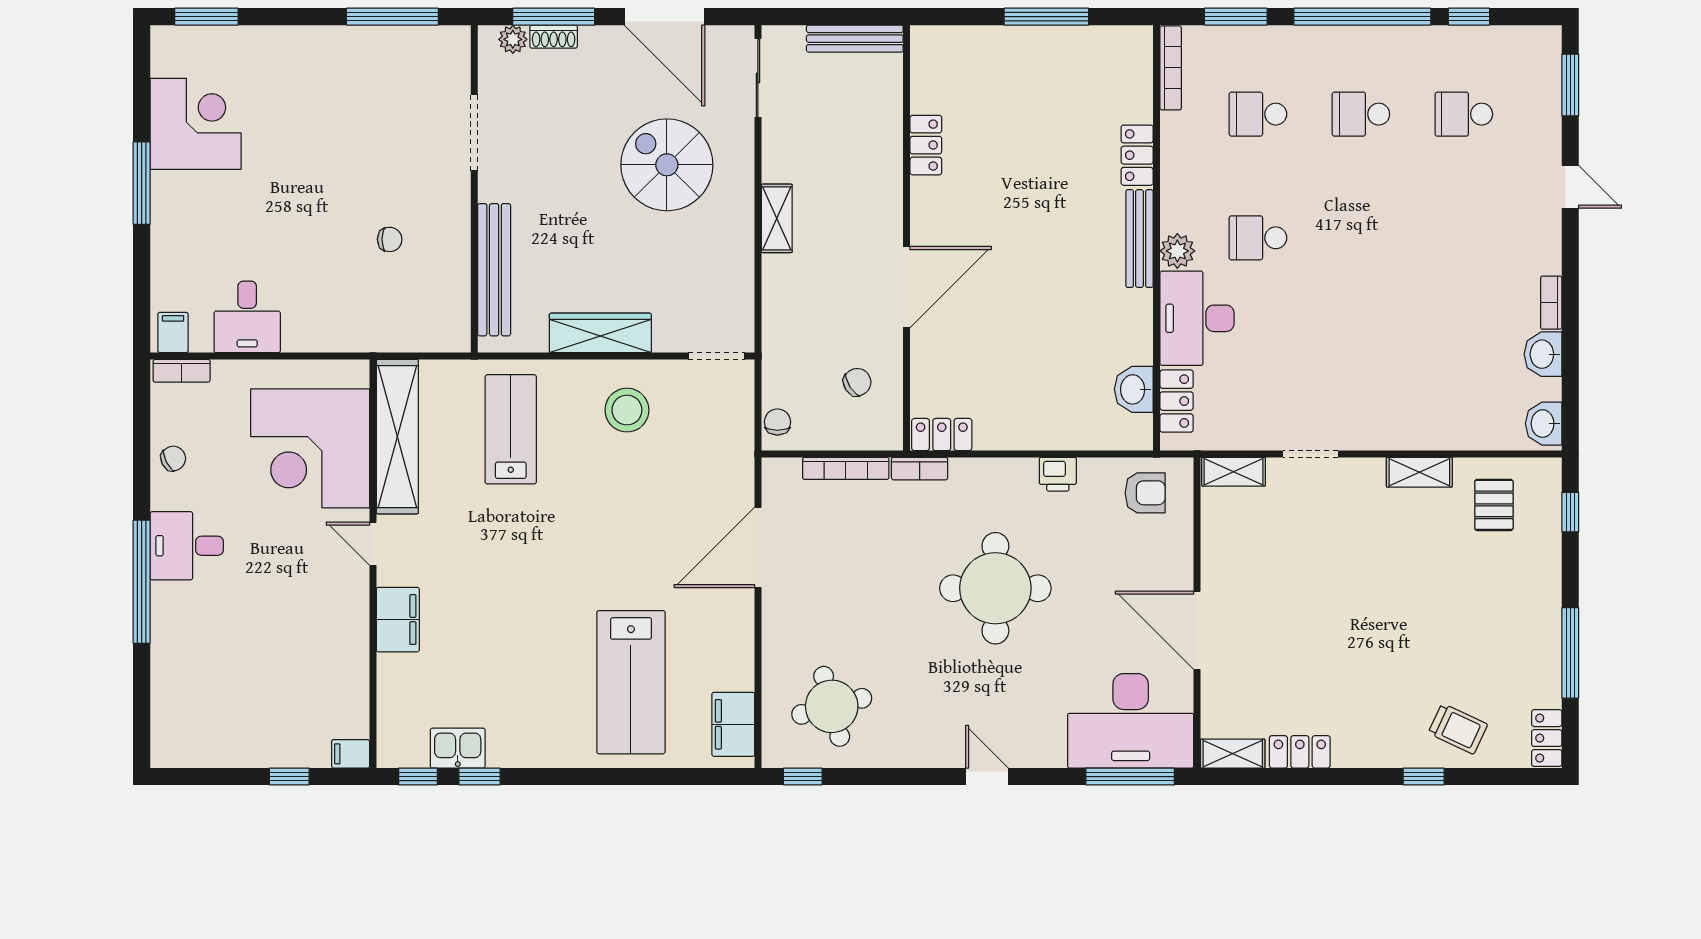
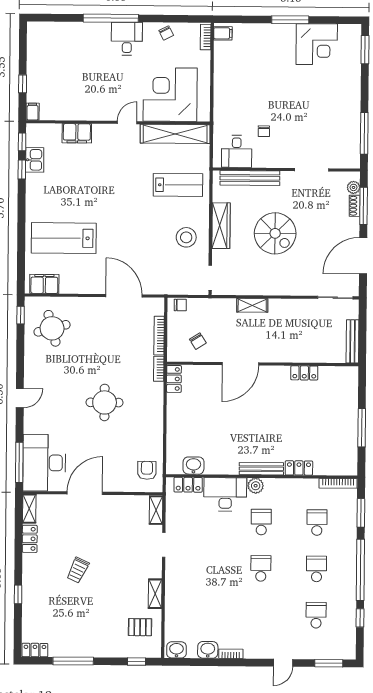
spiral stairs: (667, 165) -> (275, 233), moved, turned 90
shelving: (777, 218) -> (252, 305), moved
school desk: (1361, 238) -> (261, 568), added
door: (907, 287) -> (240, 364), hinge flipped
desk: (247, 317) -> (237, 151), moved, turned -90
printer: (1058, 474) -> (156, 431), removed
armchair: (1145, 493) -> (147, 470), turned 180
round table: (995, 588) -> (105, 402), width x0.73, depth x0.73
filing cabinet: (398, 620) -> (77, 133), moved
trolley: (1458, 729) -> (78, 570), moved

